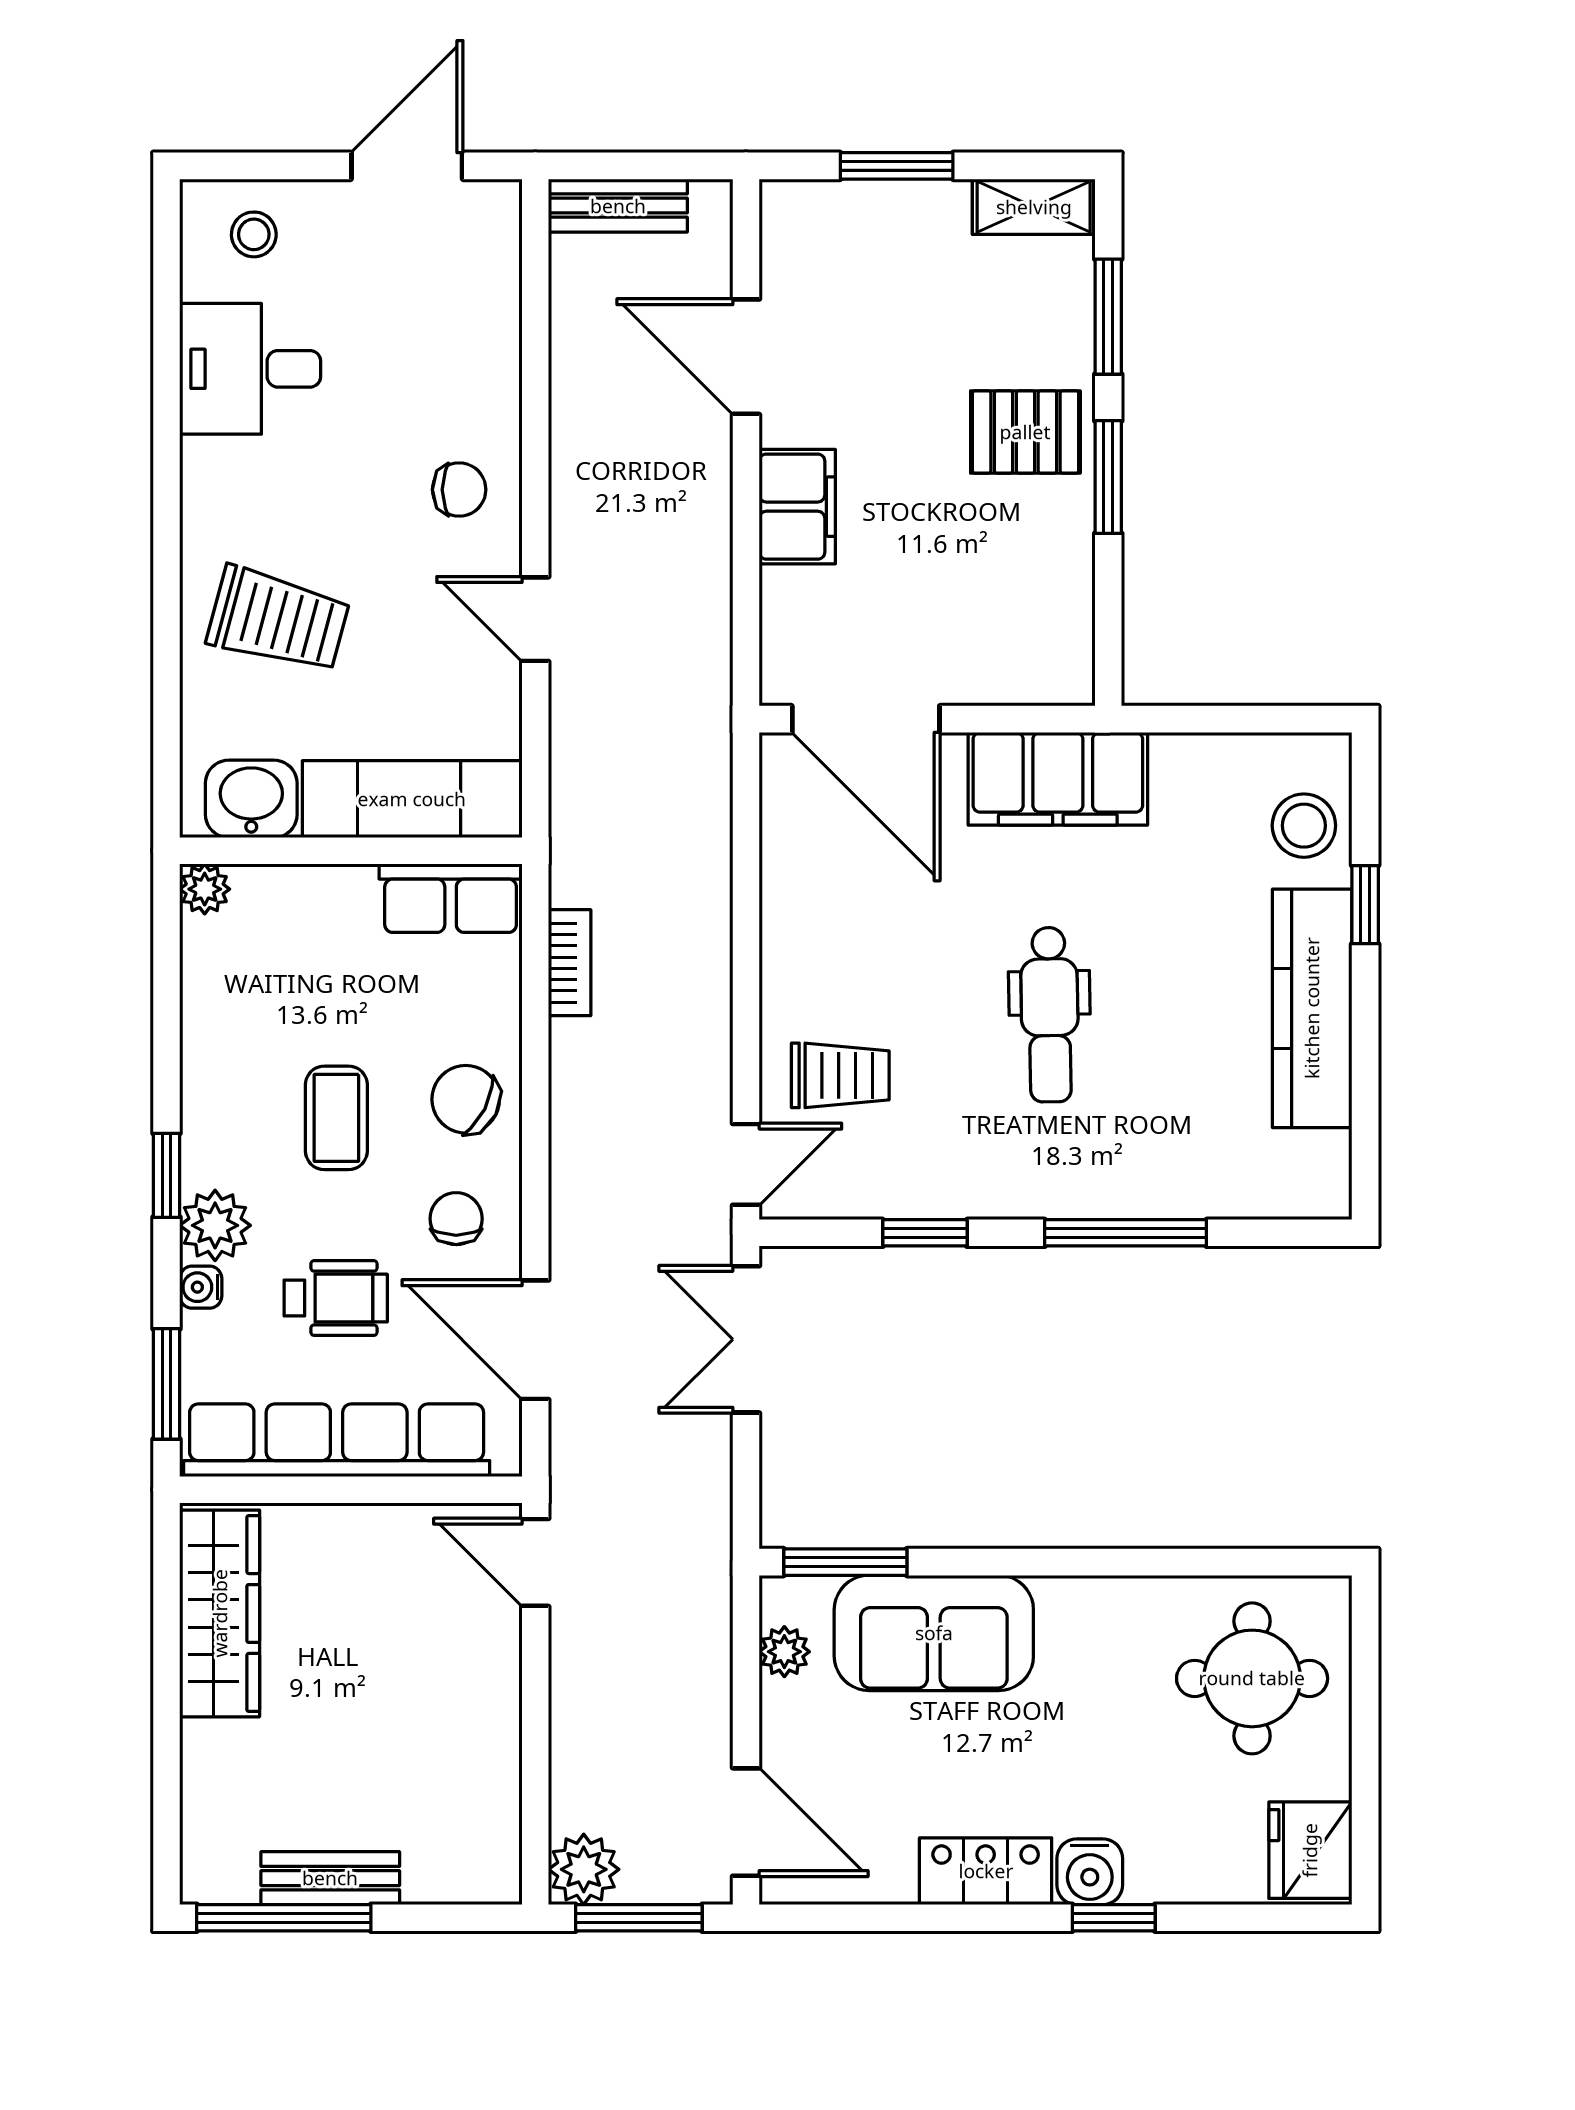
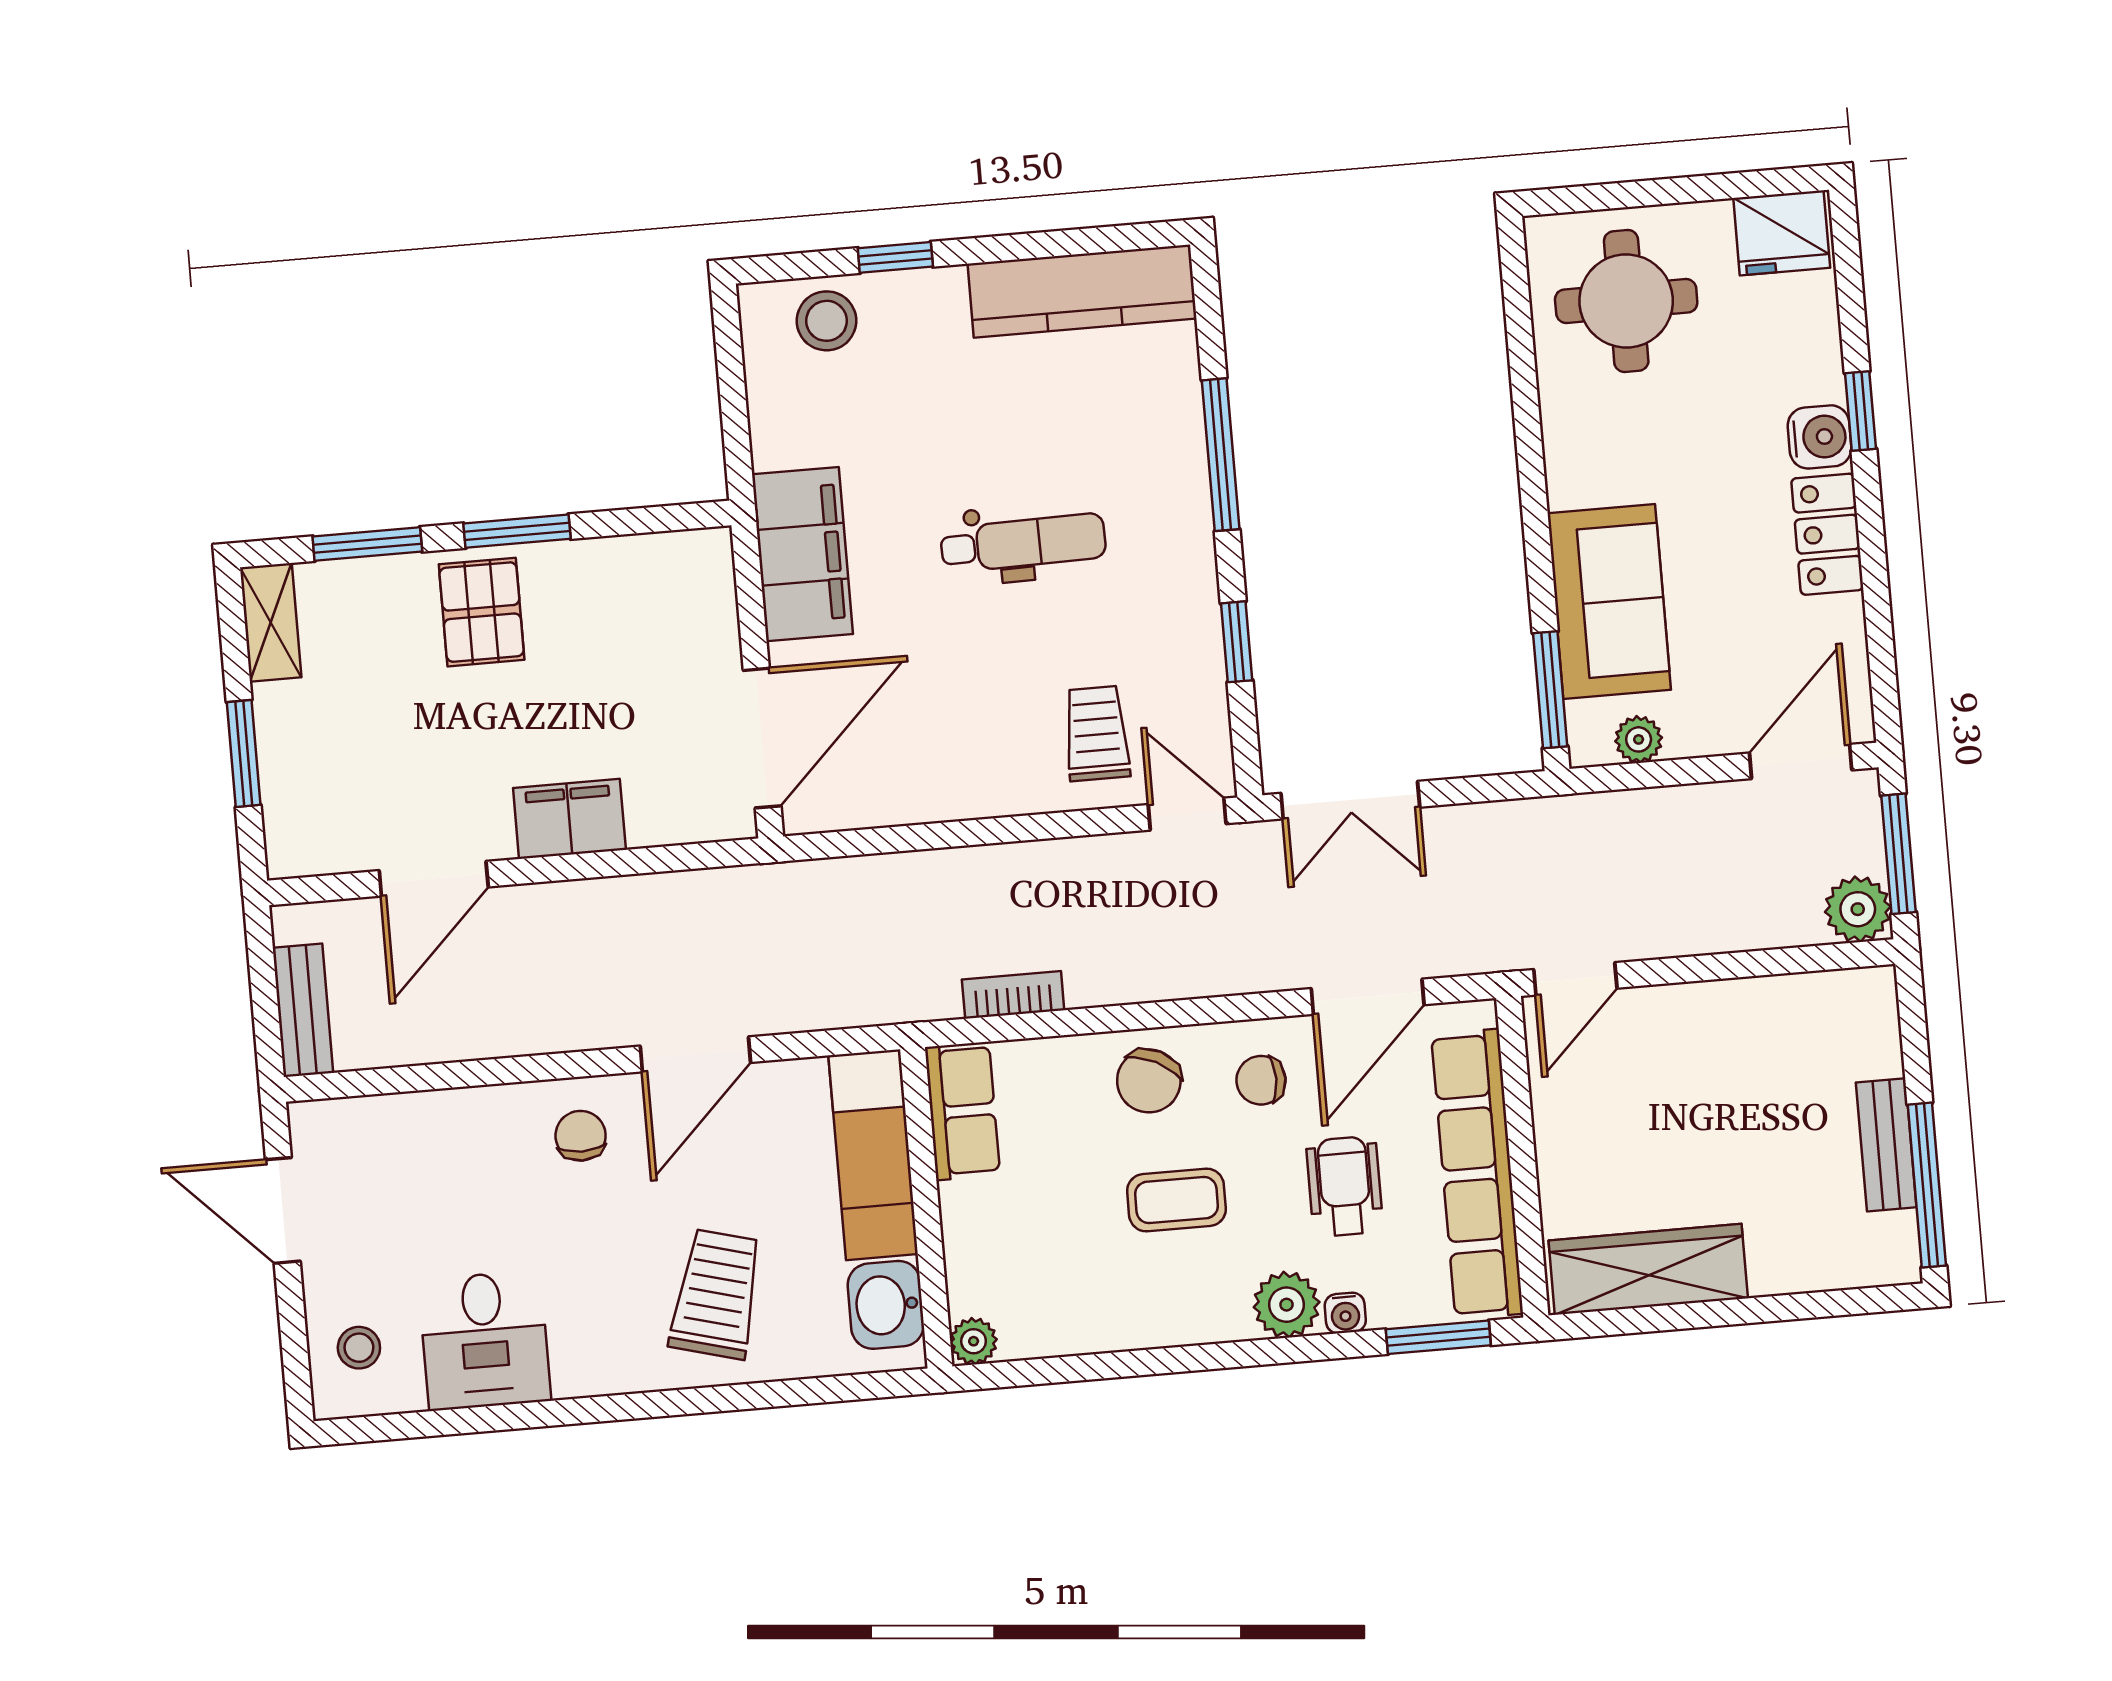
door: (535, 619) -> (695, 1054), width x1.38
kitchen counter: (1312, 1008) -> (1082, 291), moved
window: (166, 1175) -> (1244, 1354), removed

